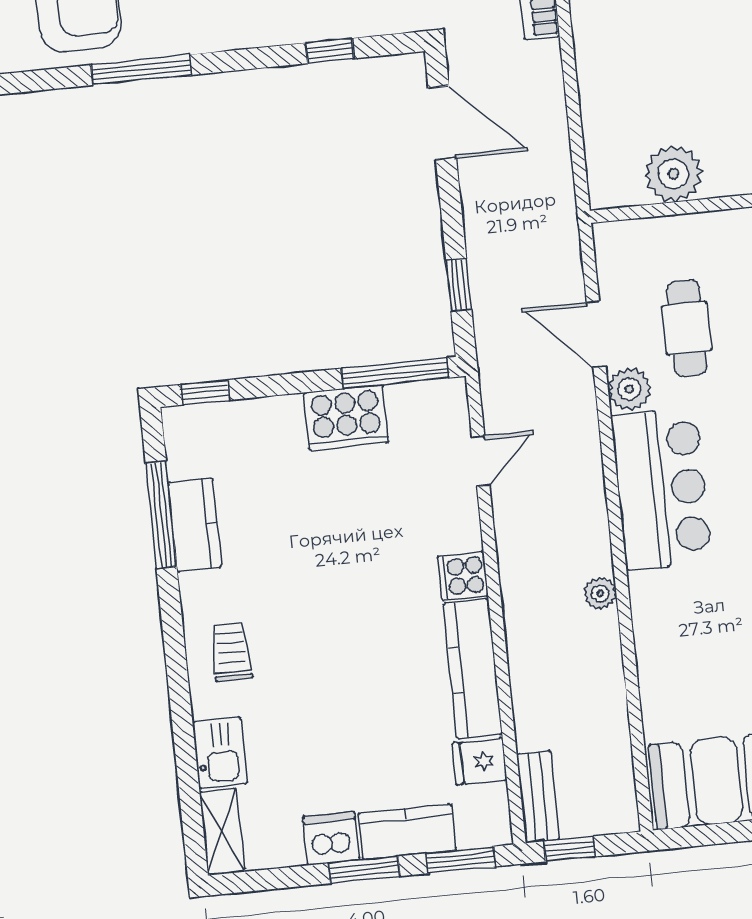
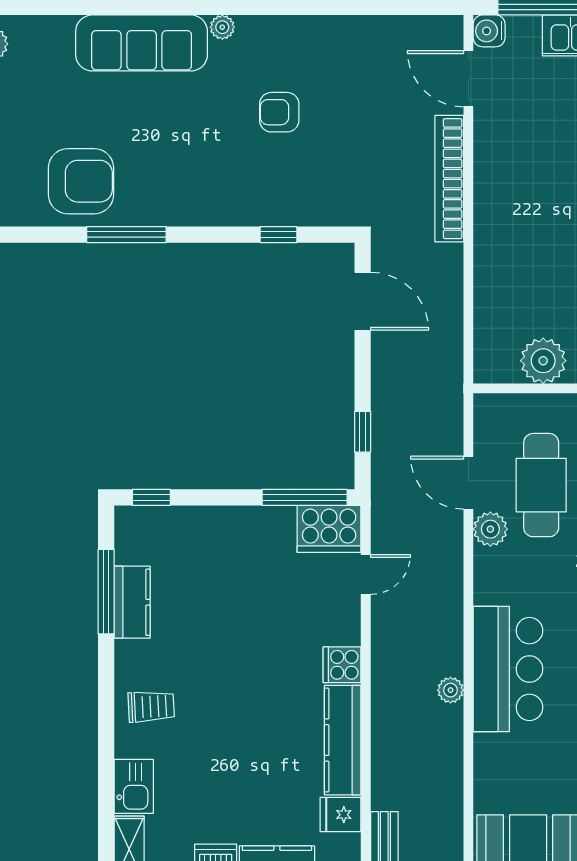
cafe table: (687, 328) -> (541, 485), width x1.37, depth x1.35
cooker: (346, 418) -> (329, 529), moved
bar counter: (661, 489) -> (508, 669), moved
trolley: (231, 652) -> (151, 707), turned 87

